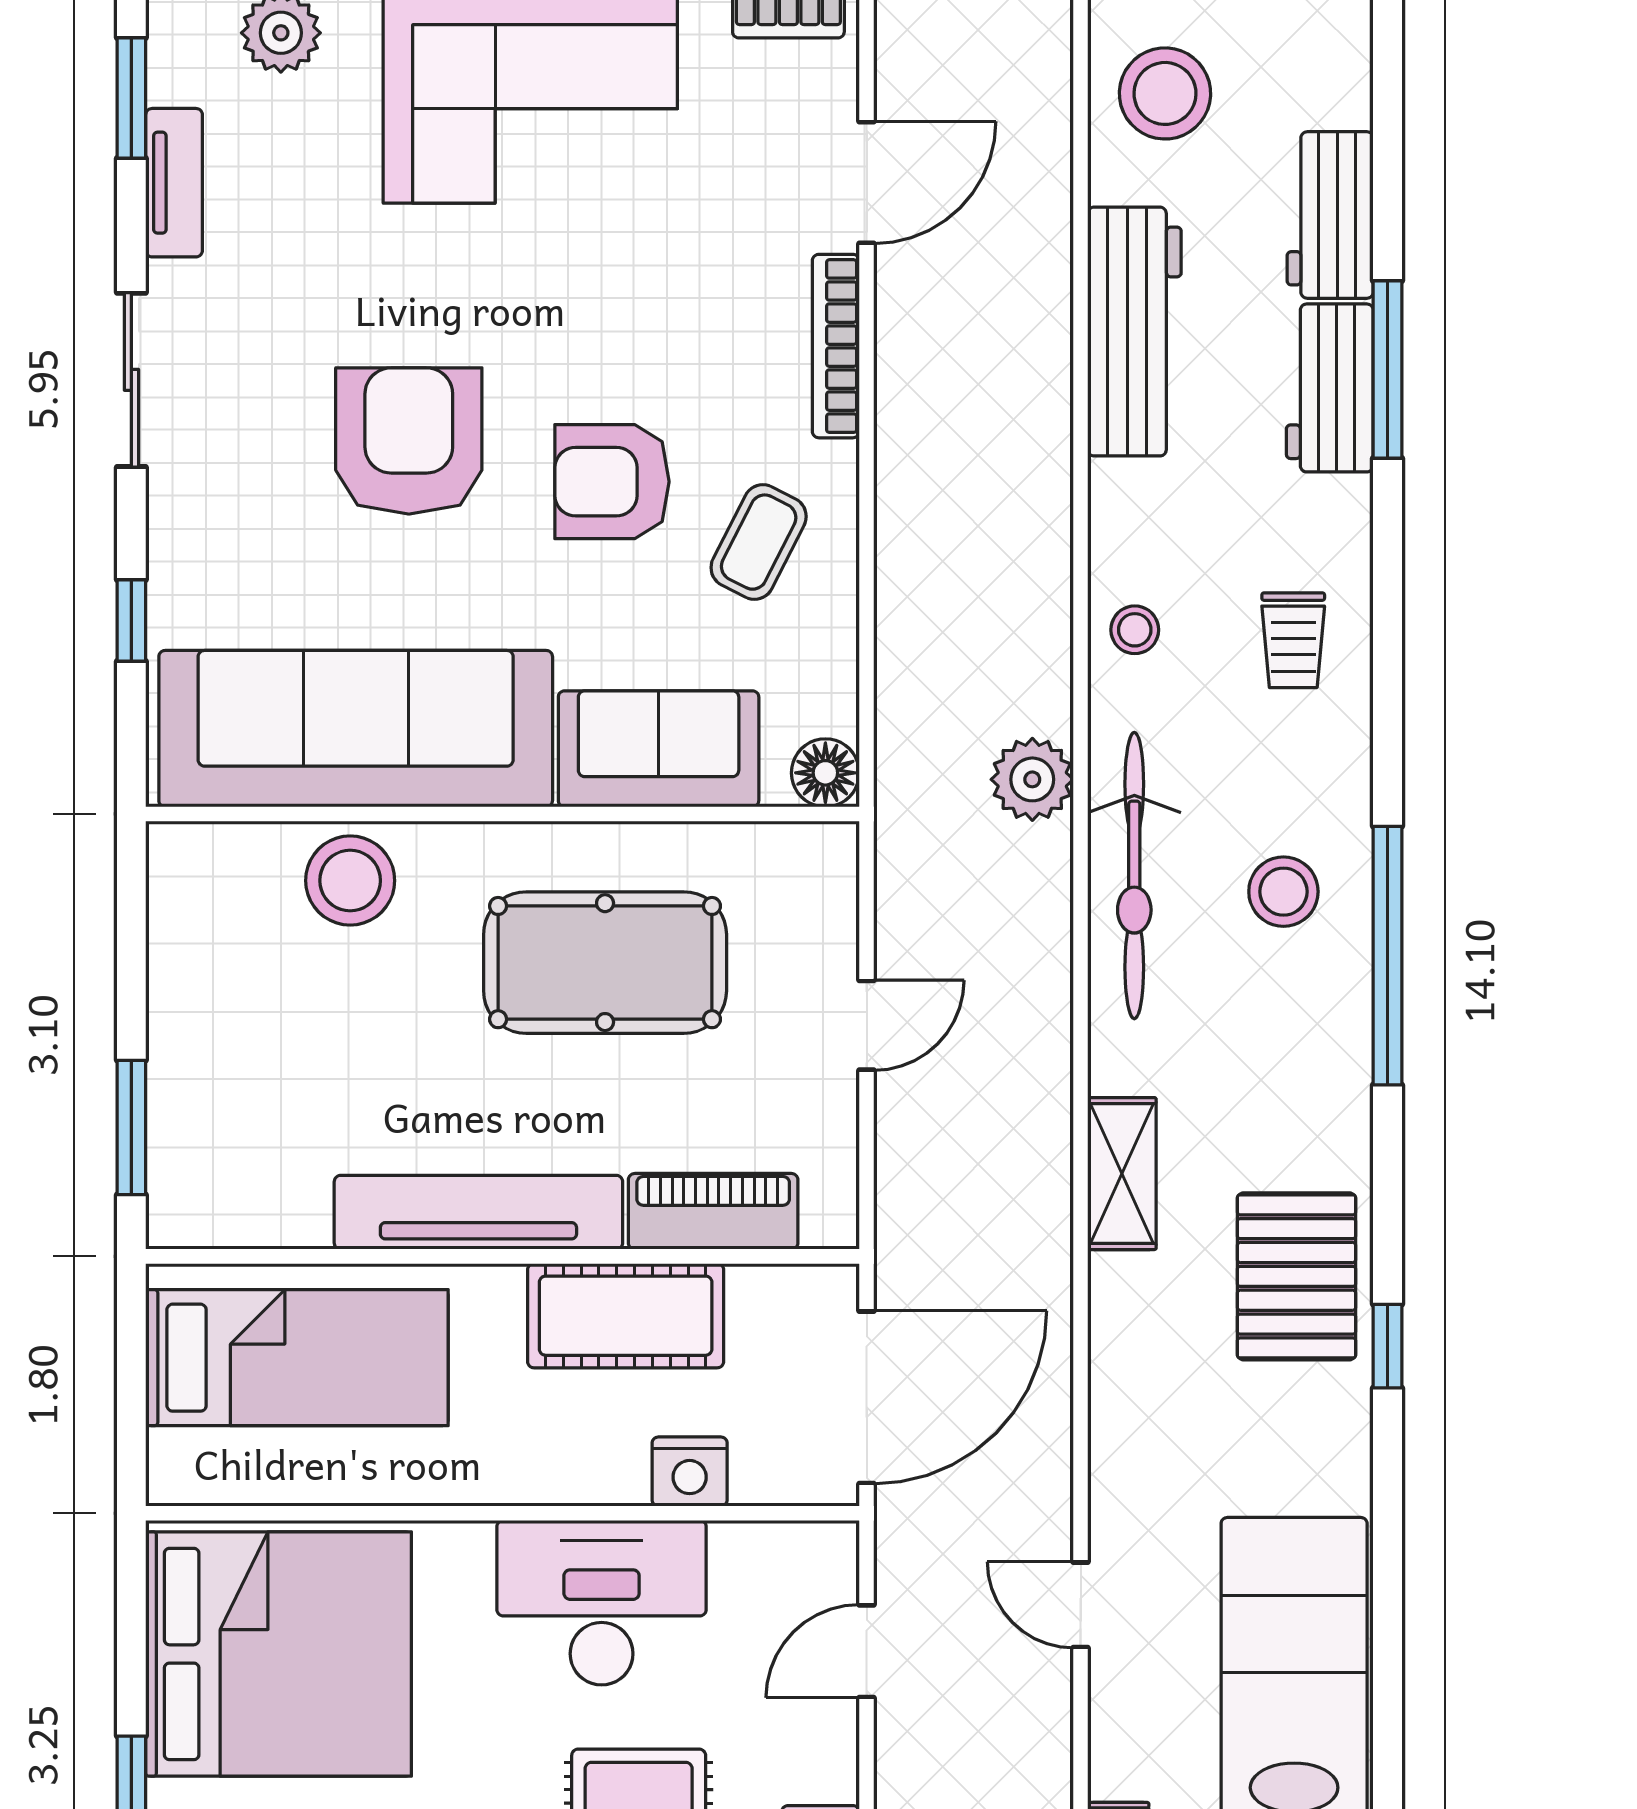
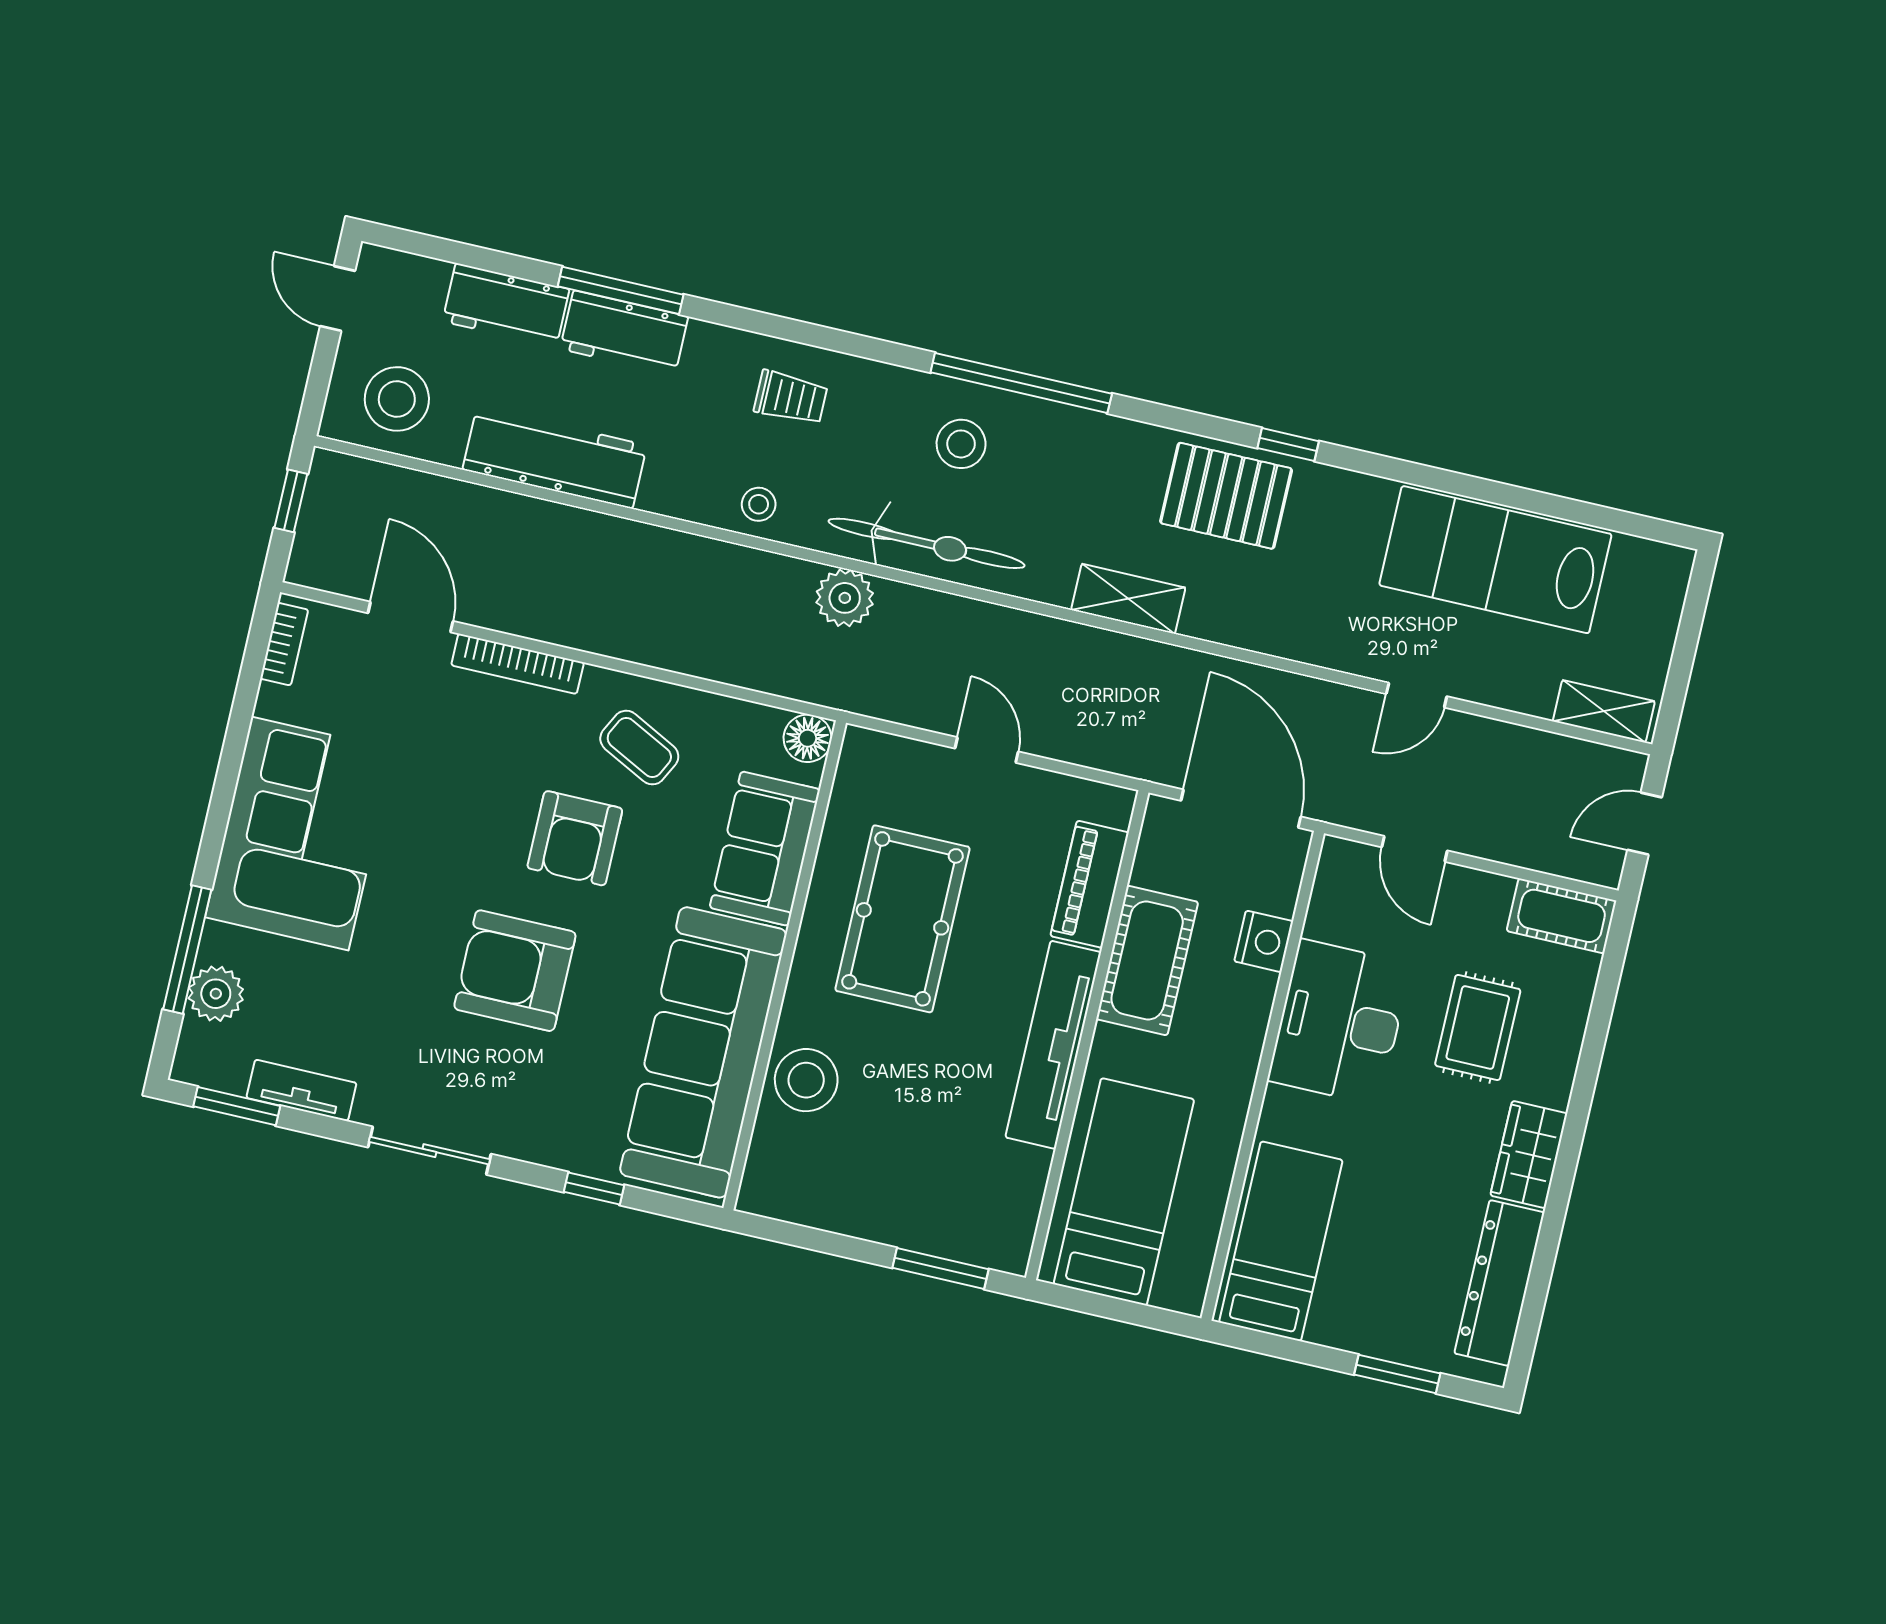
bed: (279, 1654) -> (1281, 1241), width x0.49

